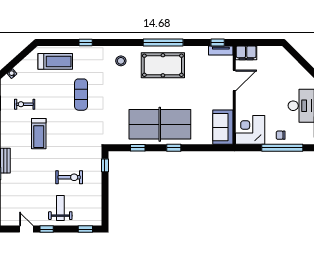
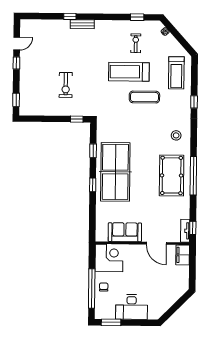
sofa: (223, 127) -> (125, 232), moved
treadmill: (39, 134) -> (129, 72), moved, width x1.37, depth x1.38
weight bench: (60, 208) -> (36, 76), removed

